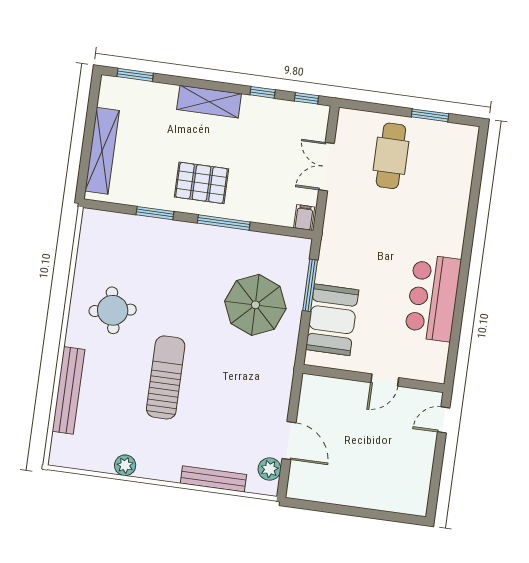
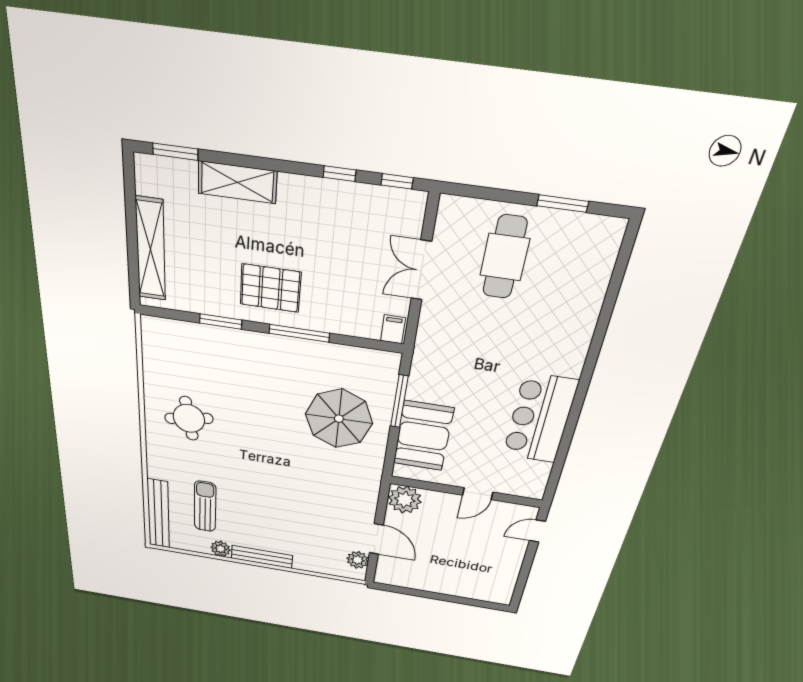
shelving: (209, 102) -> (237, 182), moved
sun lounger: (166, 377) -> (205, 506), moved, width x0.73, depth x0.75
bench: (68, 390) -> (158, 514), moved
plant: (317, 391) -> (405, 500), added
bench: (213, 479) -> (262, 557), moved

